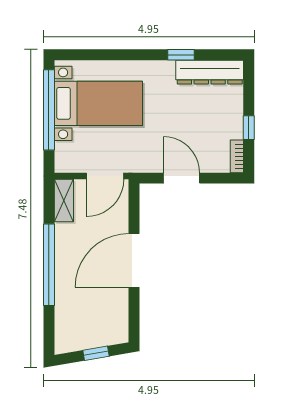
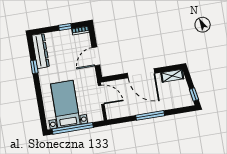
shelving: (64, 200) -> (172, 76), moved
window: (49, 265) -> (150, 115), width x0.68
window: (96, 353) -> (194, 94), moved

